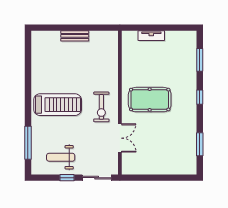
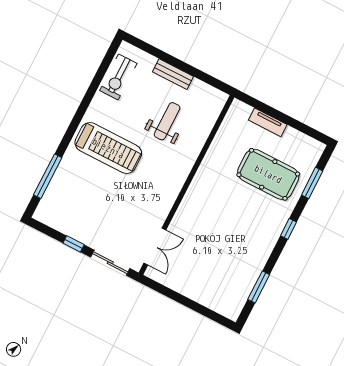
pool table: (150, 100) -> (268, 174), moved
exercise bike: (101, 107) -> (118, 77), moved
double door: (120, 138) -> (155, 246), moved
weight bench: (61, 157) -> (167, 121), moved, turned 90

